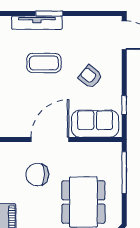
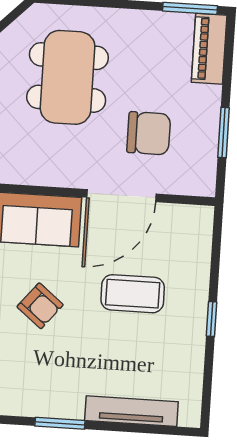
window: (49, 13) -> (60, 423), moved
coffee table: (44, 63) -> (133, 294), moved

